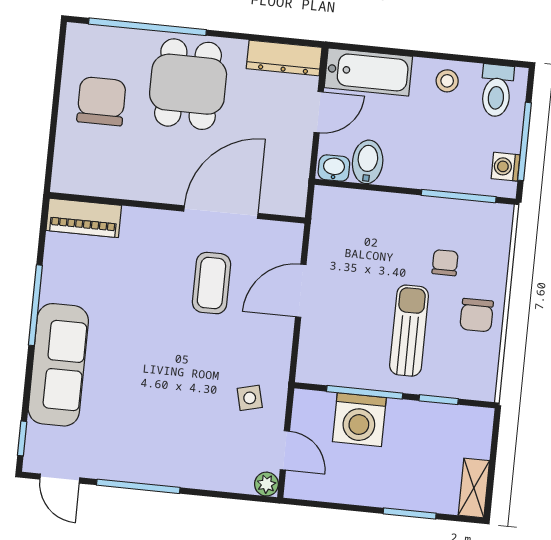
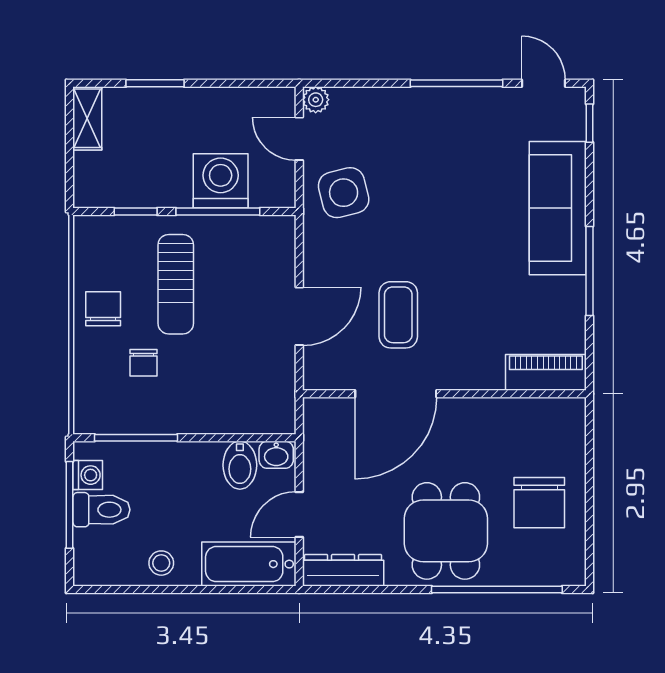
toilet: (497, 91) -> (101, 510), moved, turned 90
side table: (250, 398) -> (344, 193), width x1.87, depth x1.87

